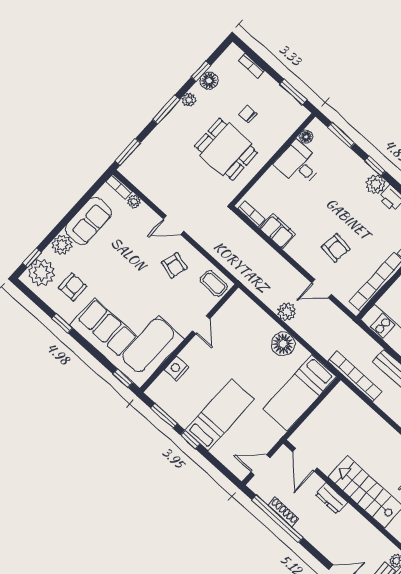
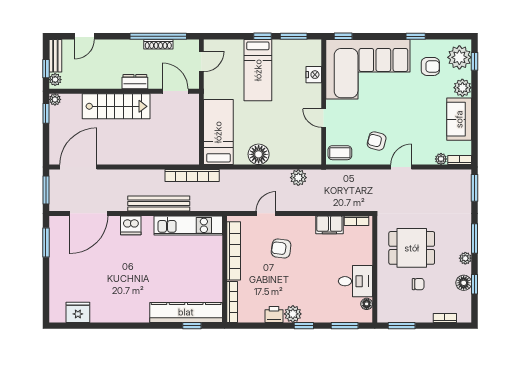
armchair: (73, 287) -> (430, 66), turned -90
plant: (287, 312) -> (298, 178), moved

